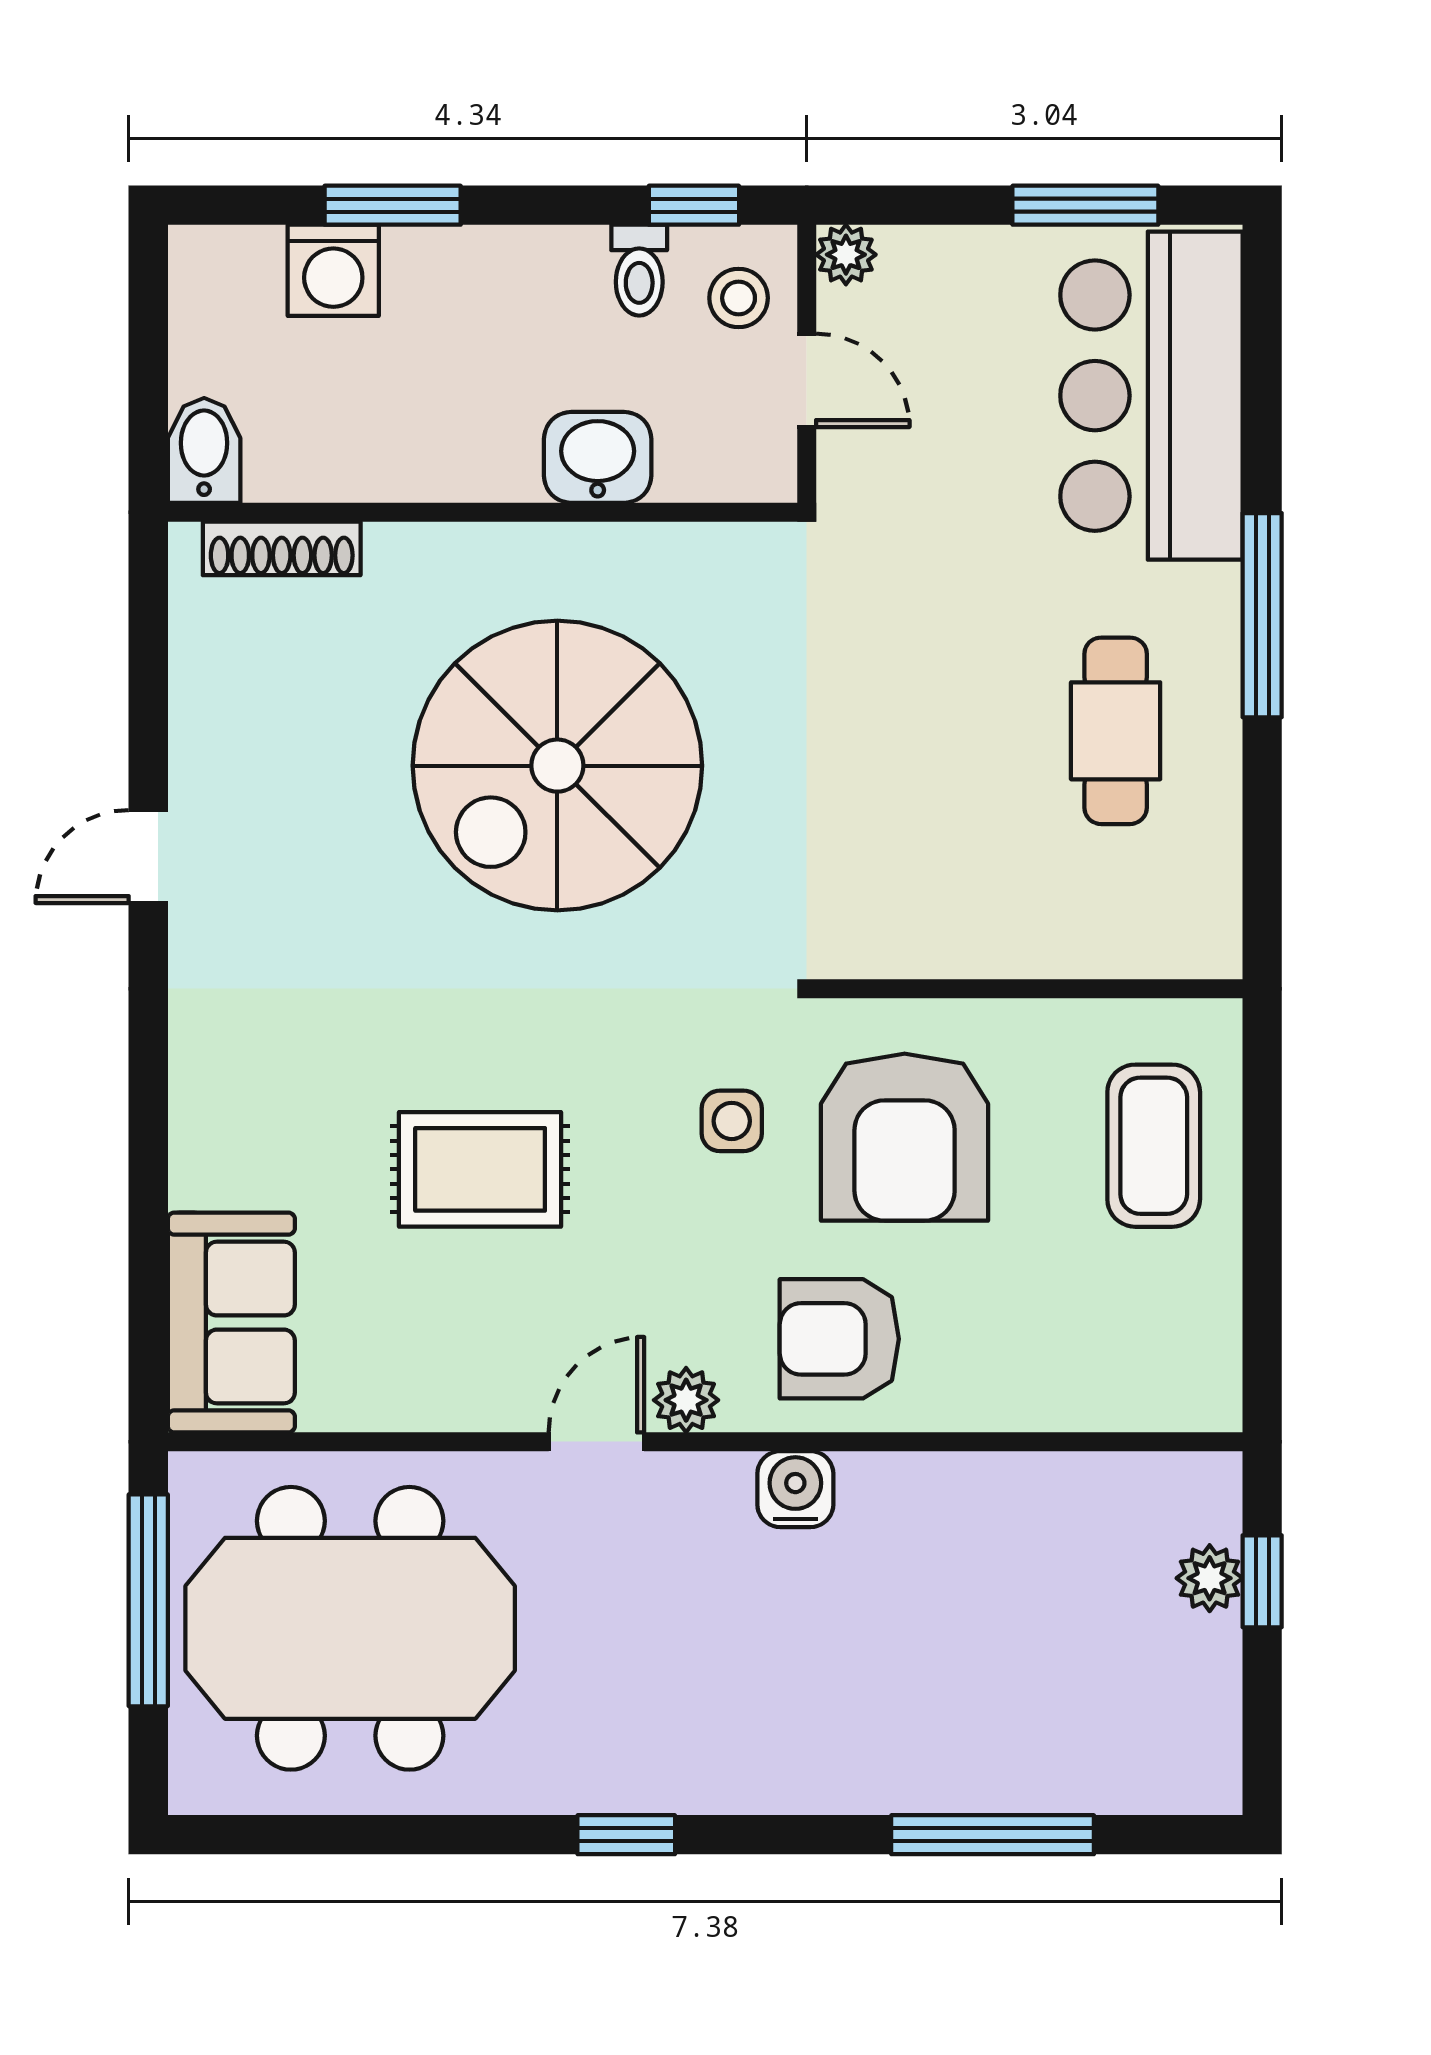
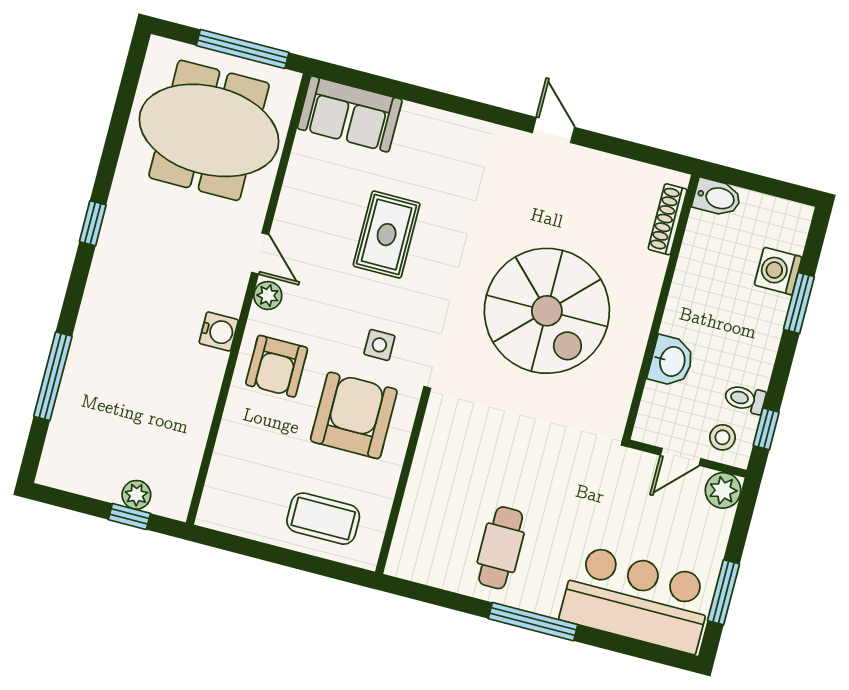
plant: (846, 255) -> (723, 490), width x1.38, depth x1.38
cafe table: (1116, 731) -> (501, 548), turned 90
spiral stairs: (557, 766) -> (547, 311), turned 180
armchair: (905, 1137) -> (354, 415), turned 90
armchair: (839, 1339) -> (277, 366), turned 180
meeting table: (350, 1628) -> (209, 130), turned 90

